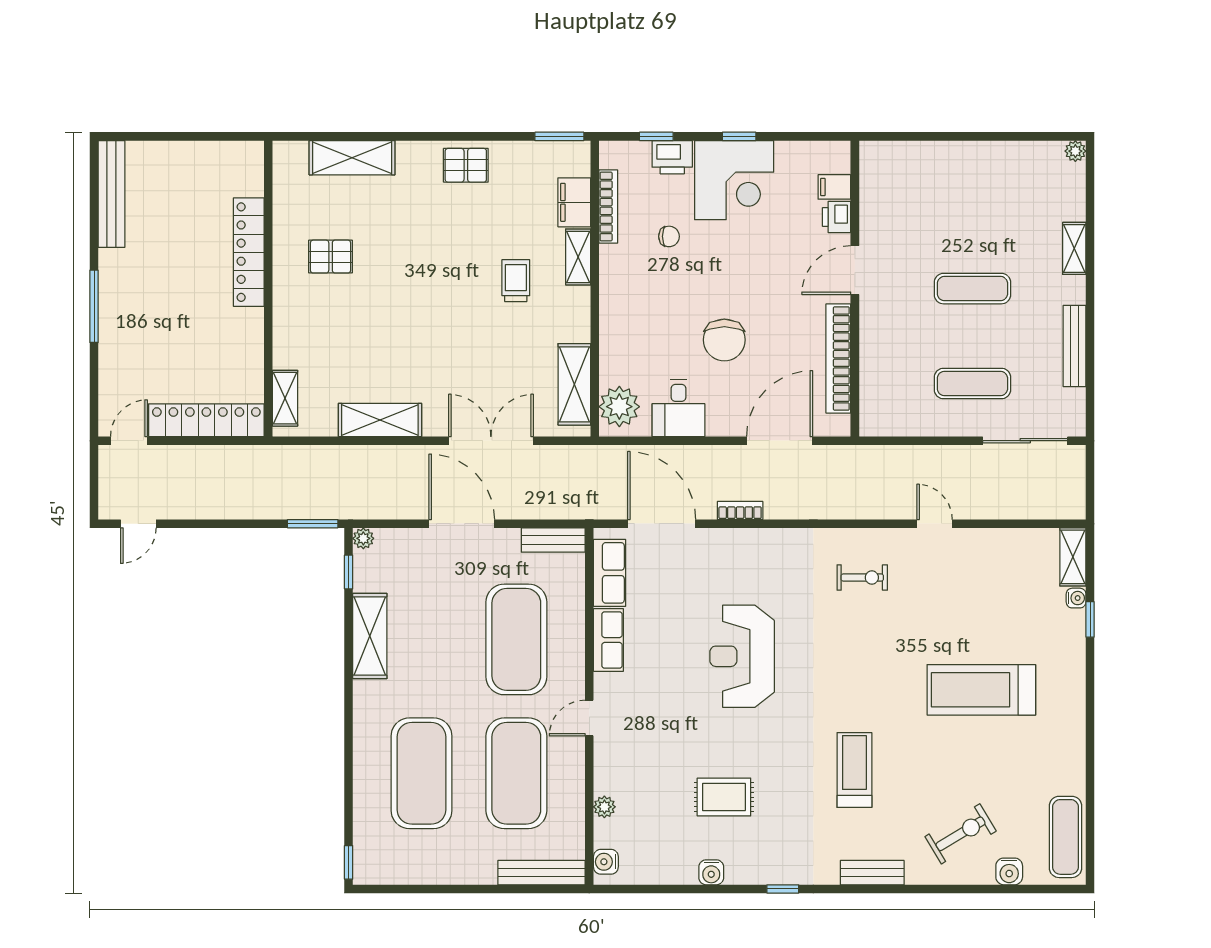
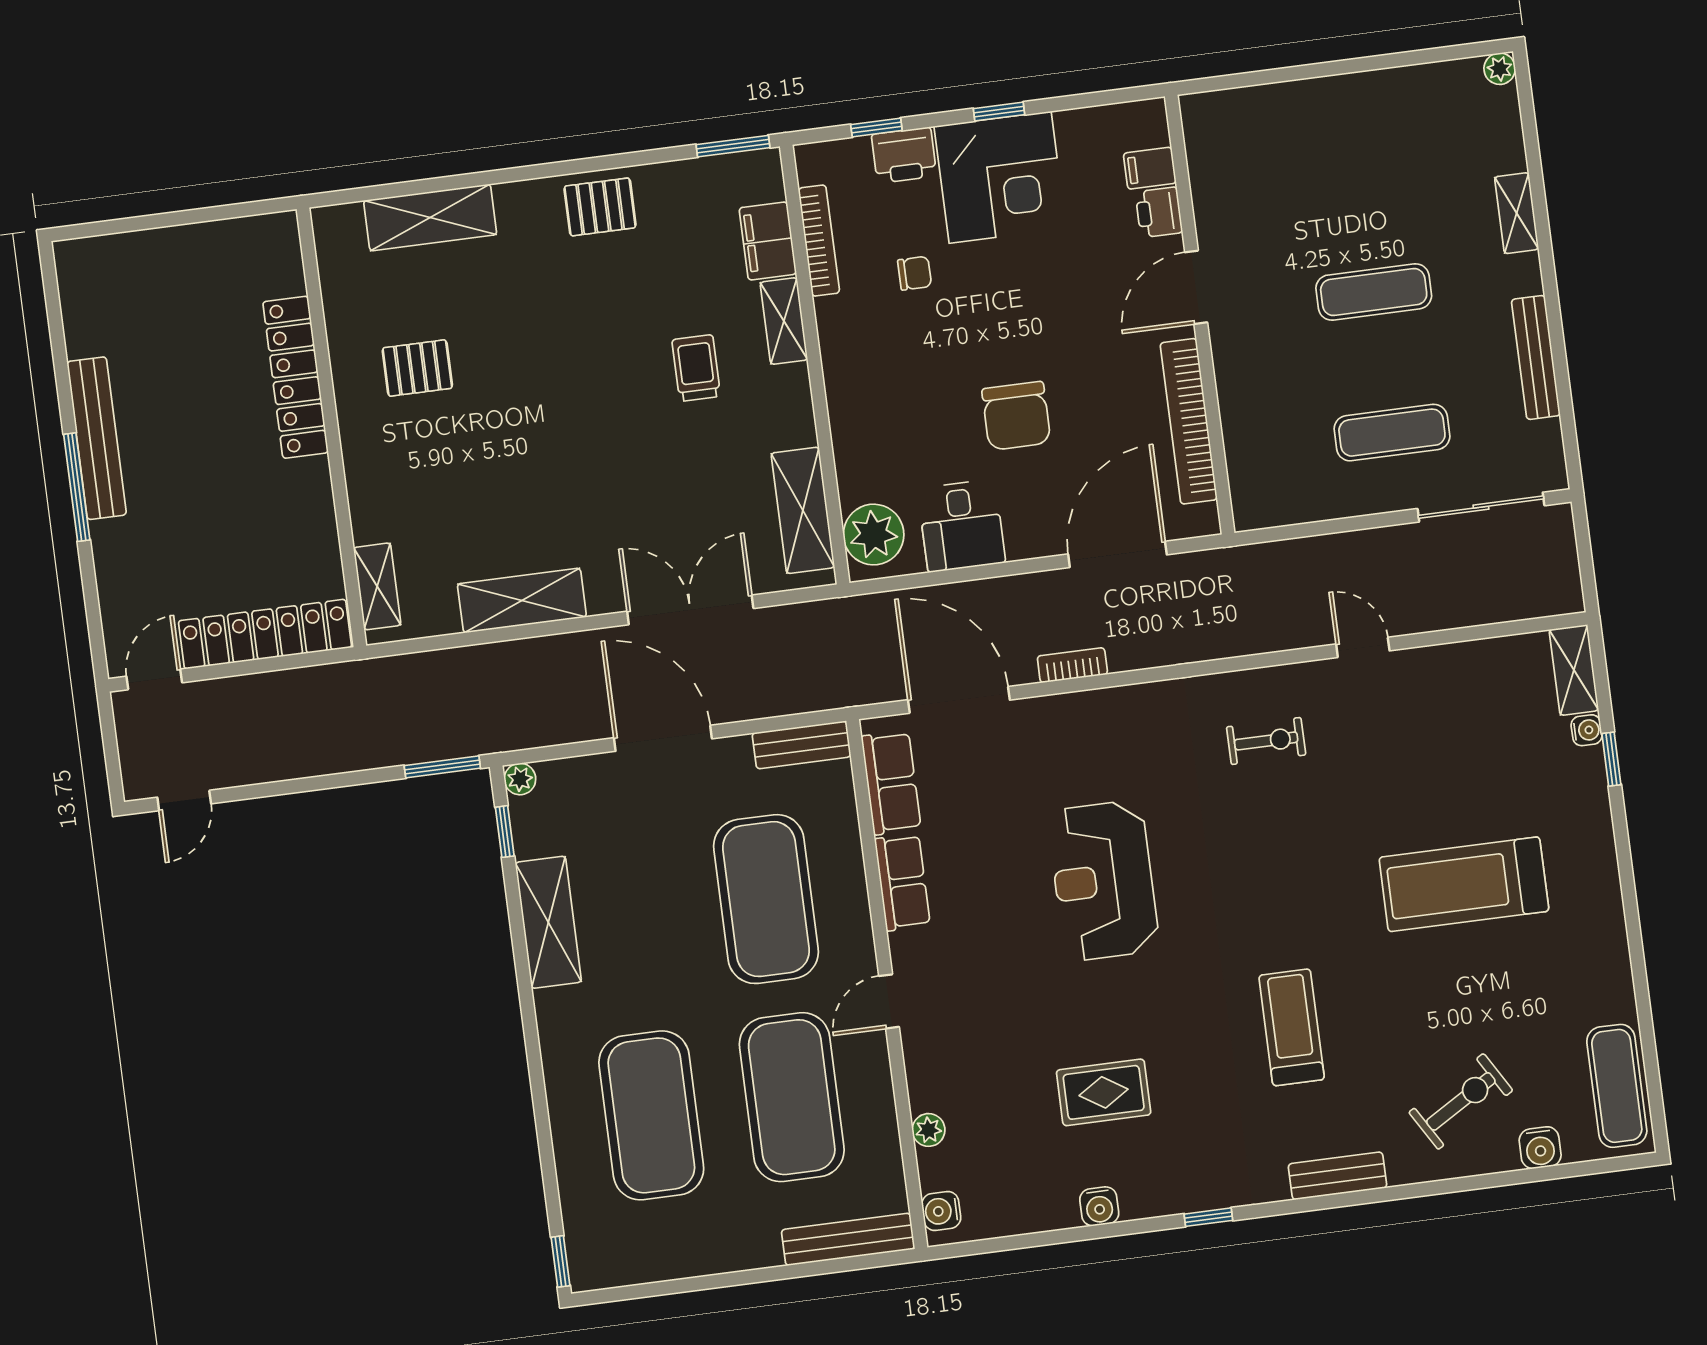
bench: (111, 194) -> (97, 438), moved

